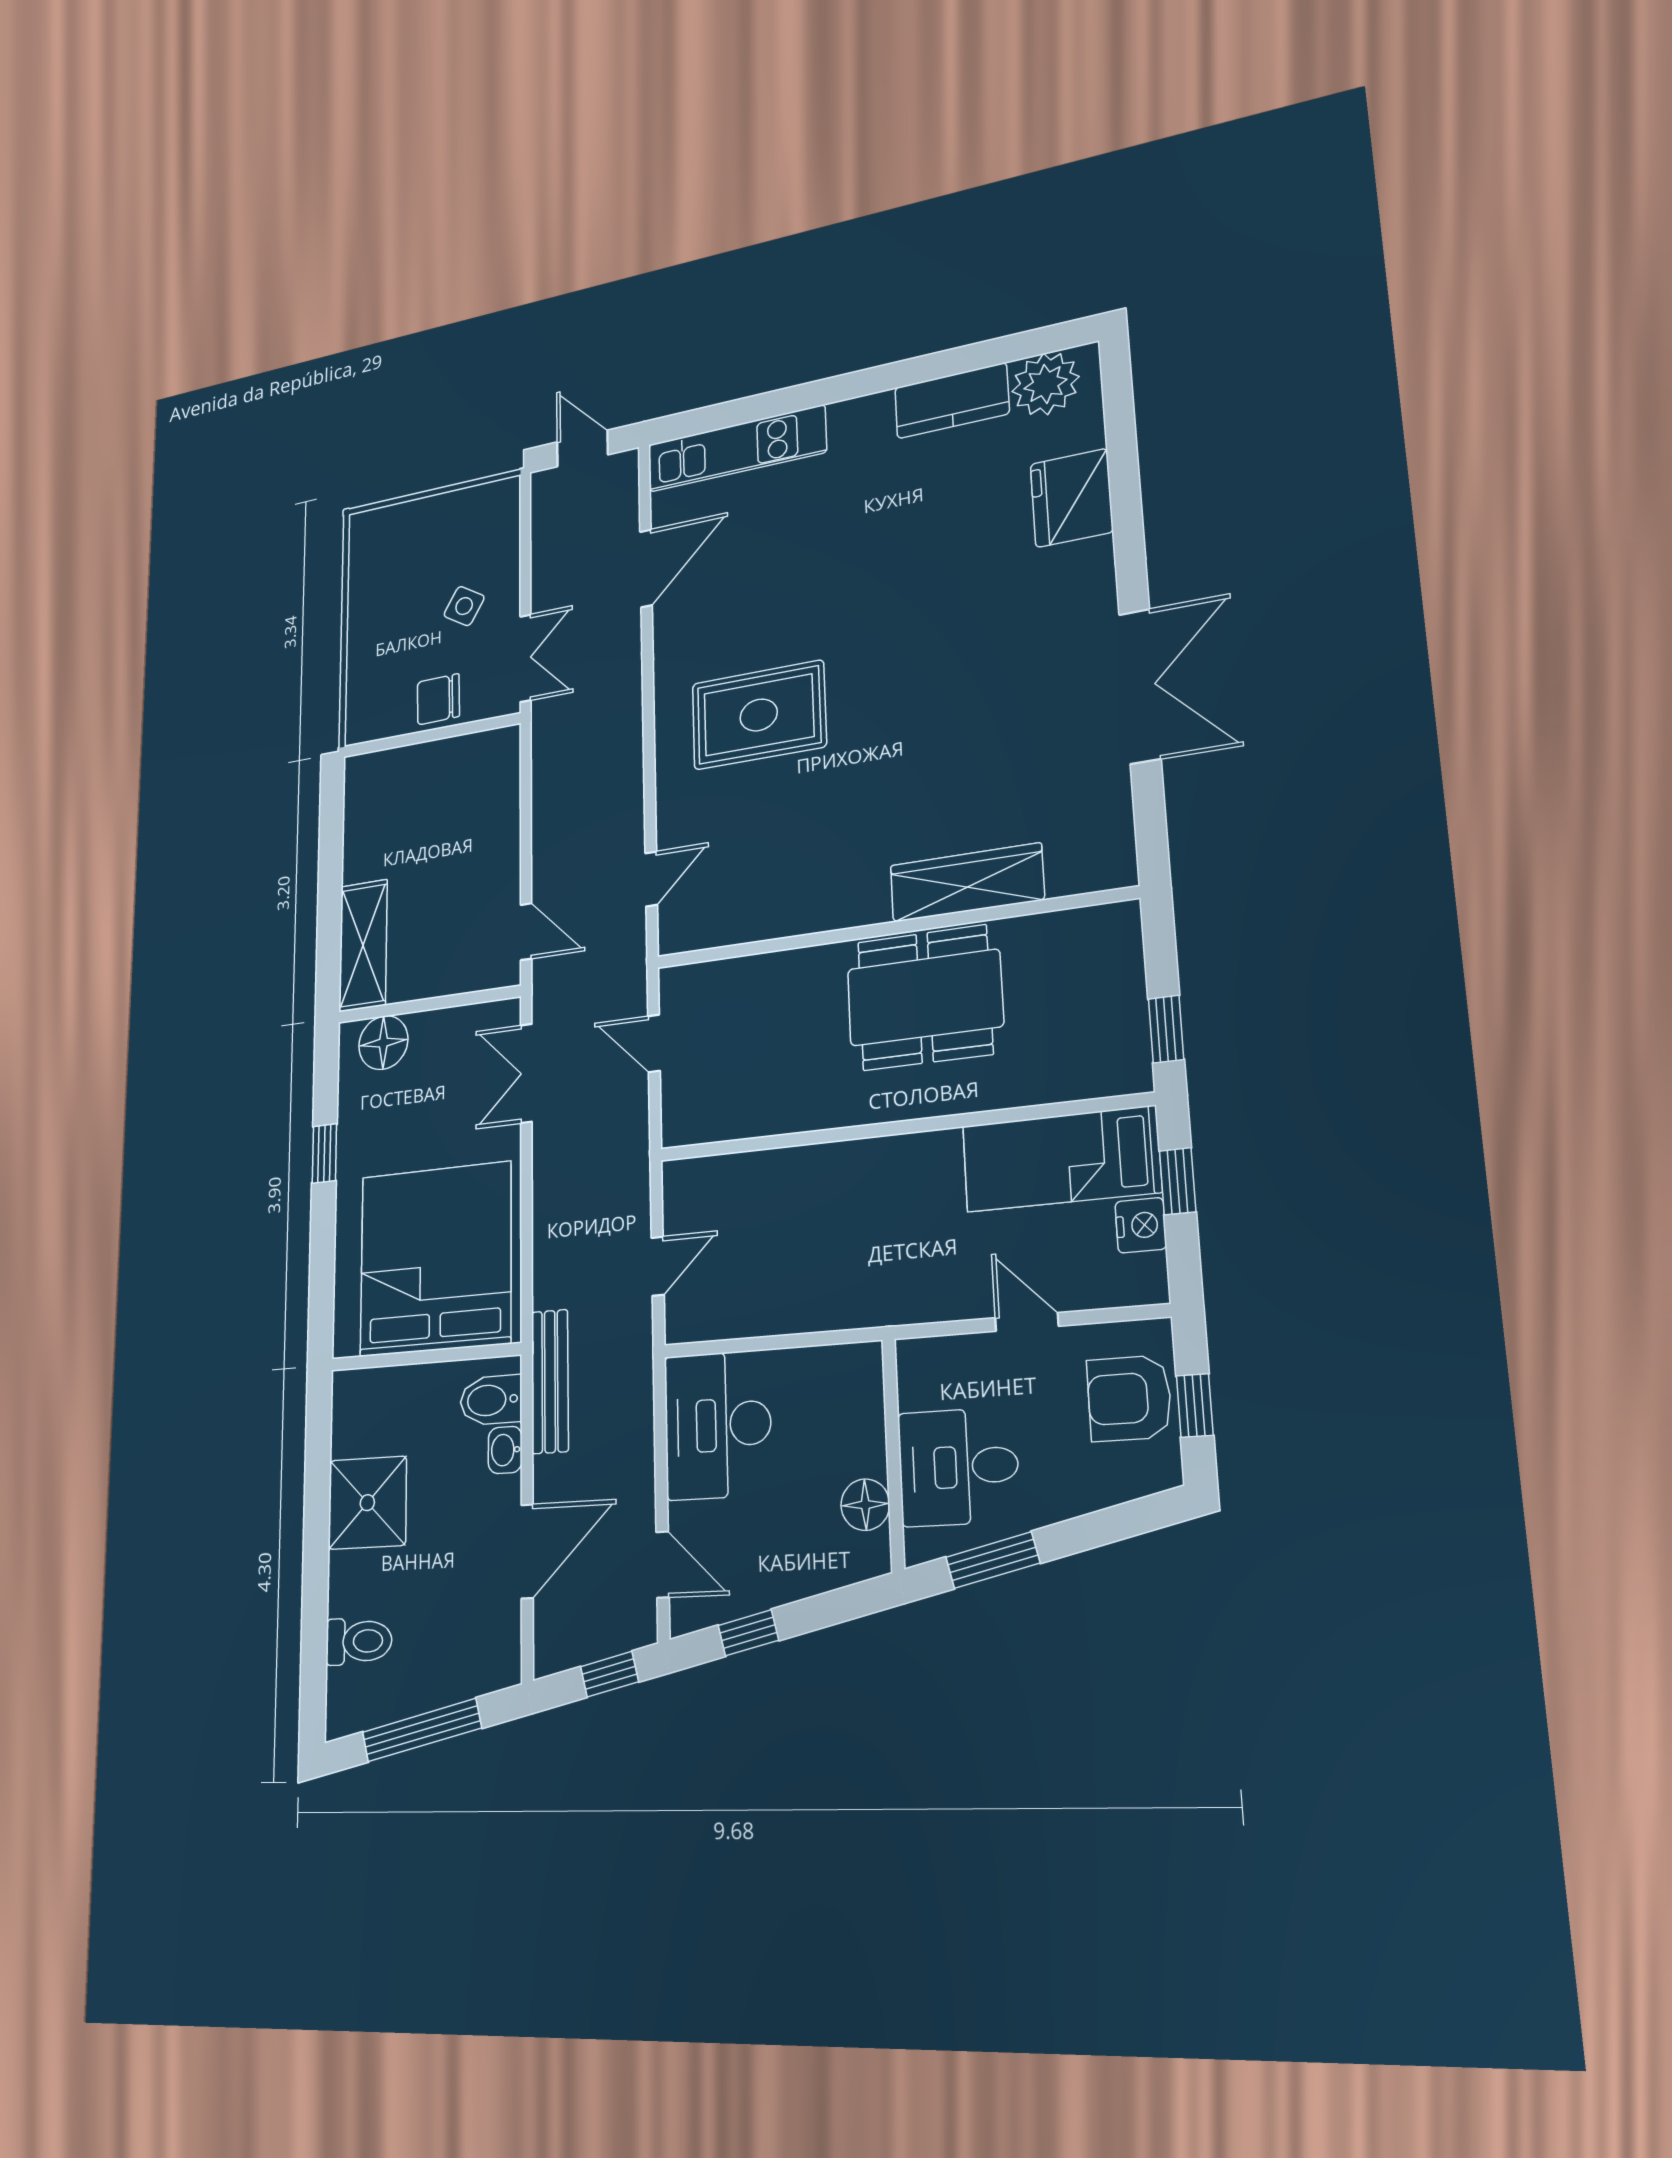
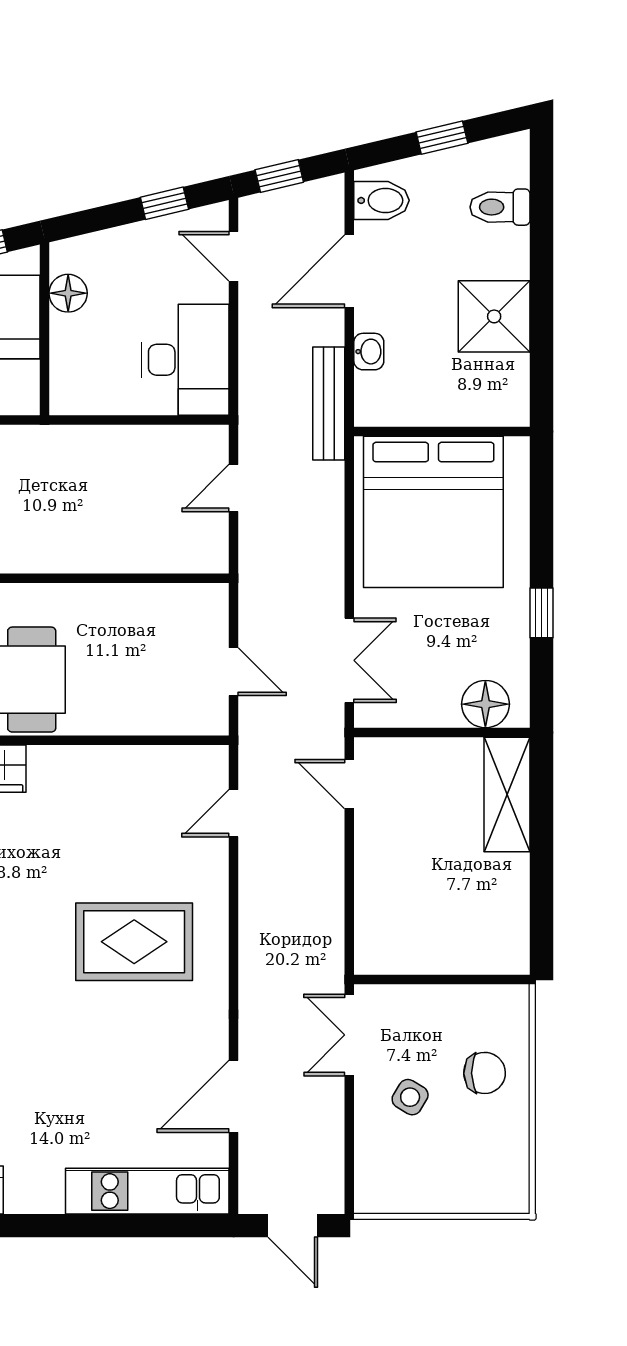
chair: (438, 699) -> (485, 1073), moved
bidet: (491, 1400) -> (382, 200), moved
window: (422, 1730) -> (442, 138), width x0.46

